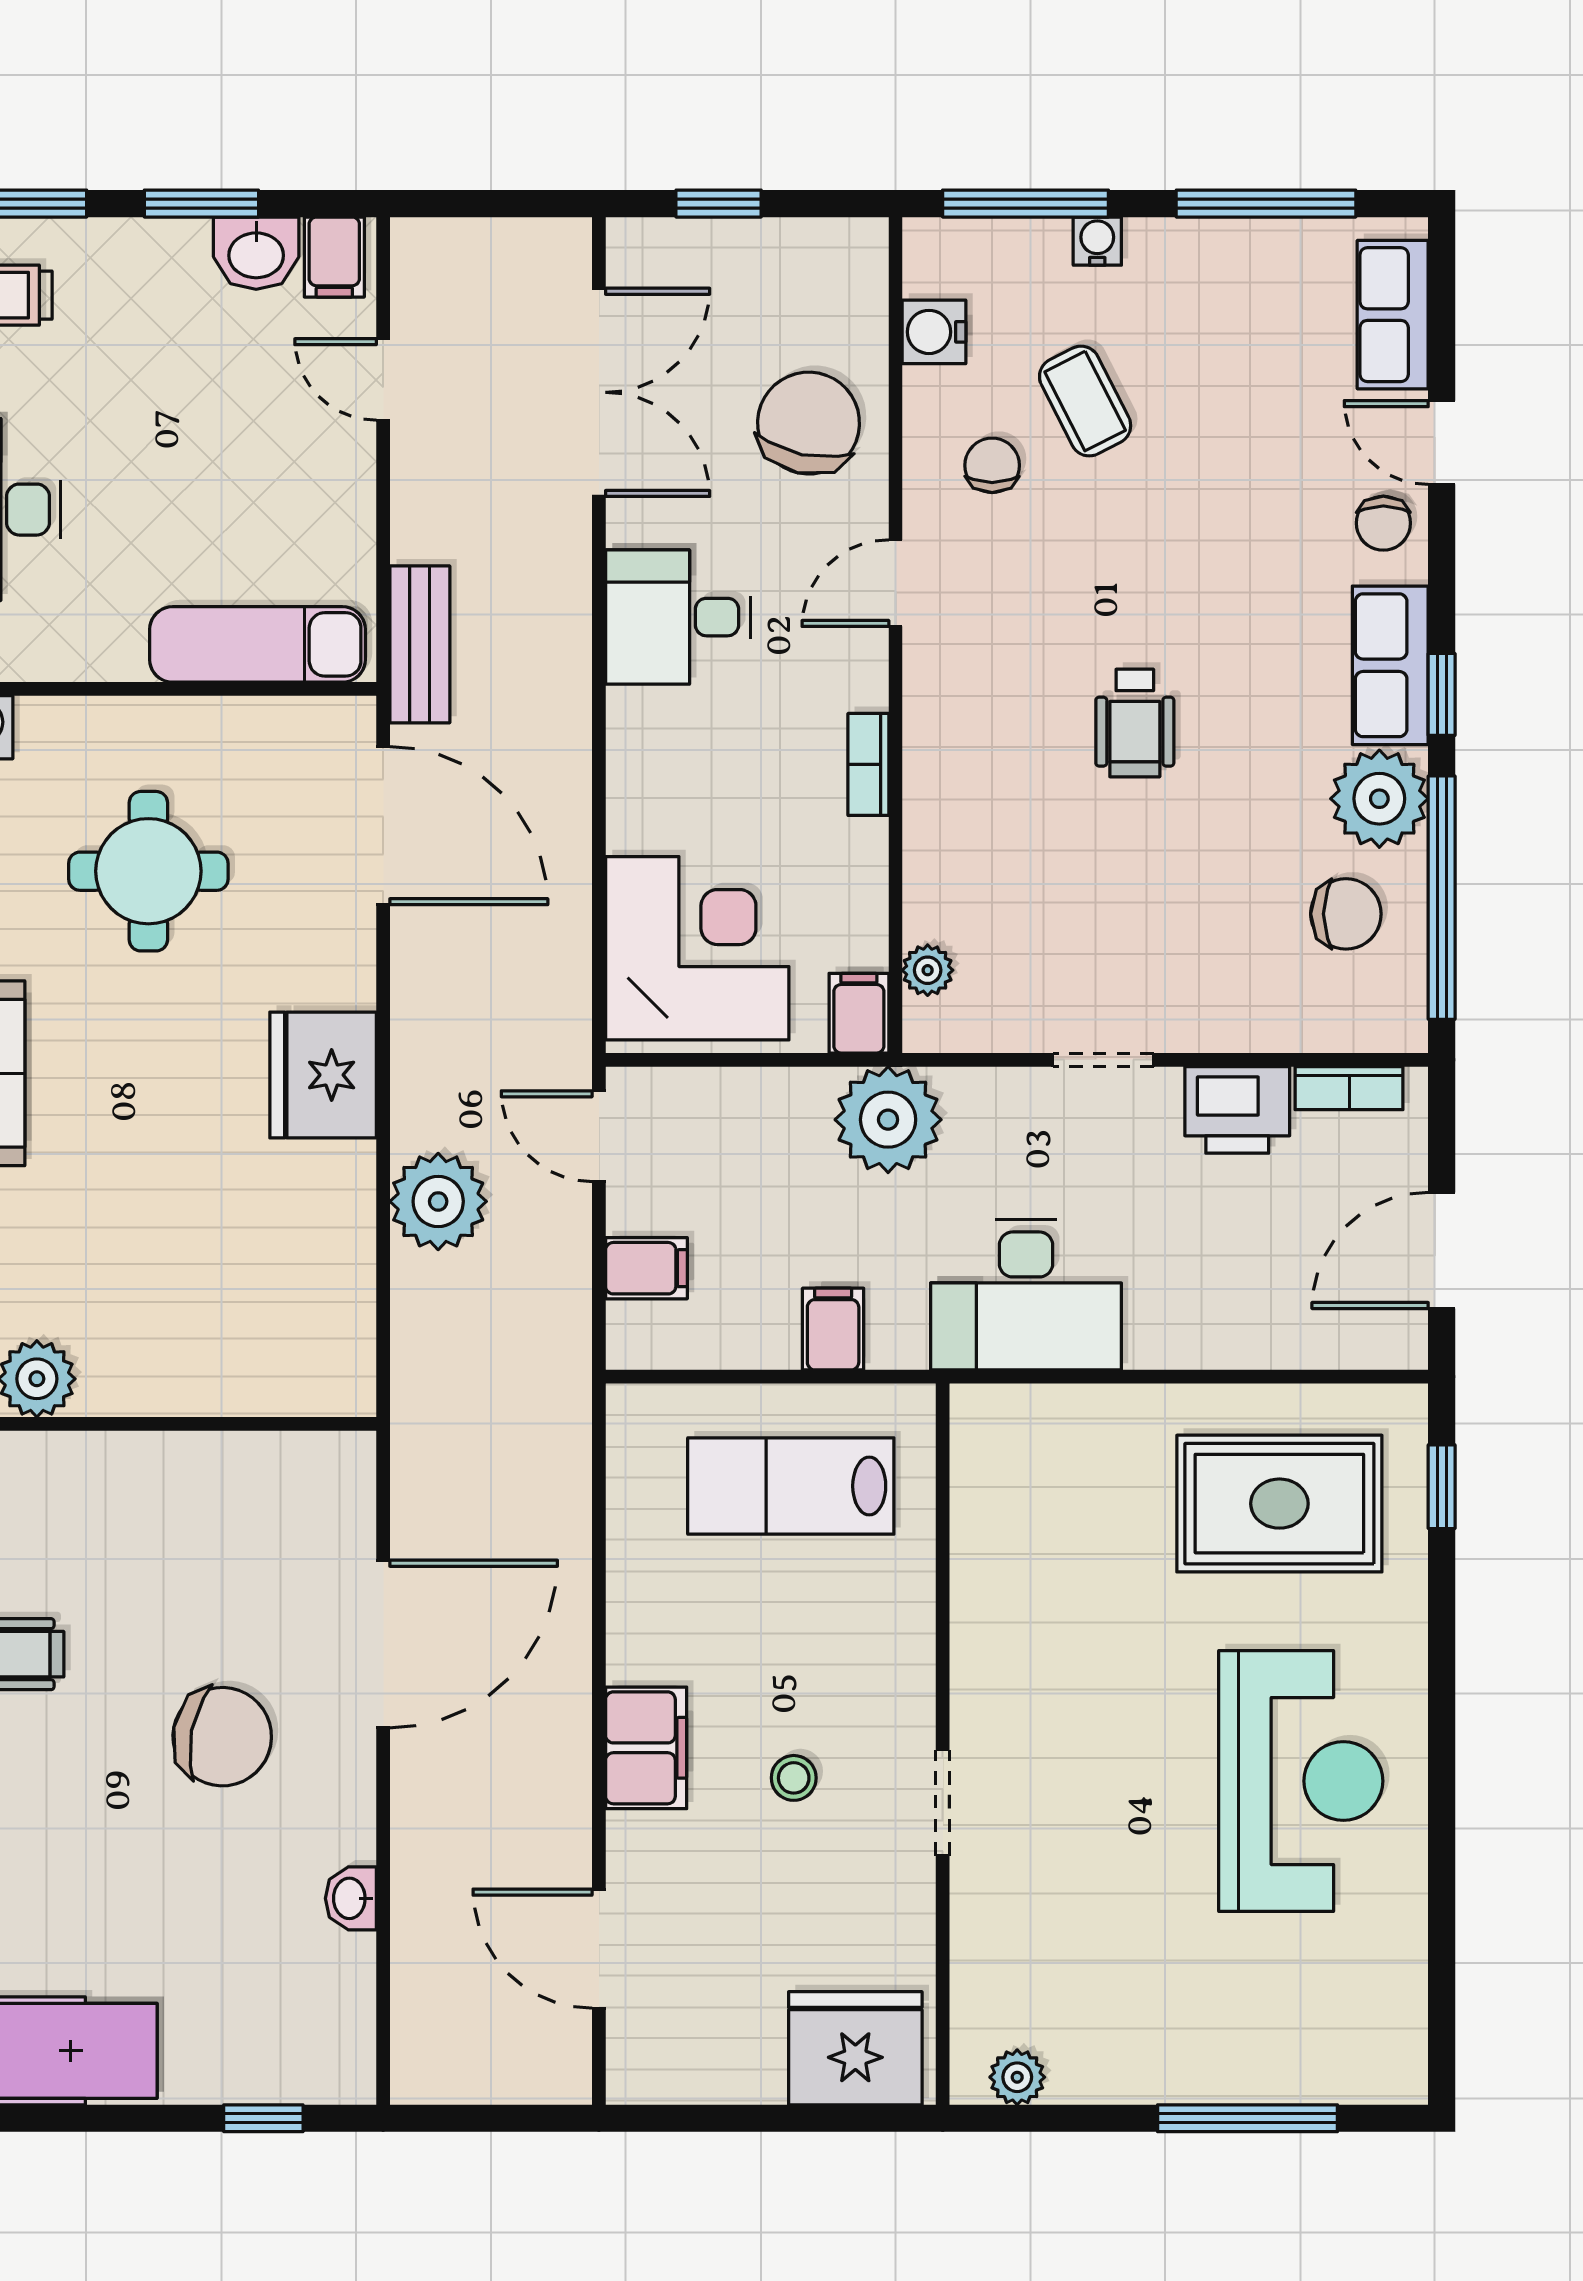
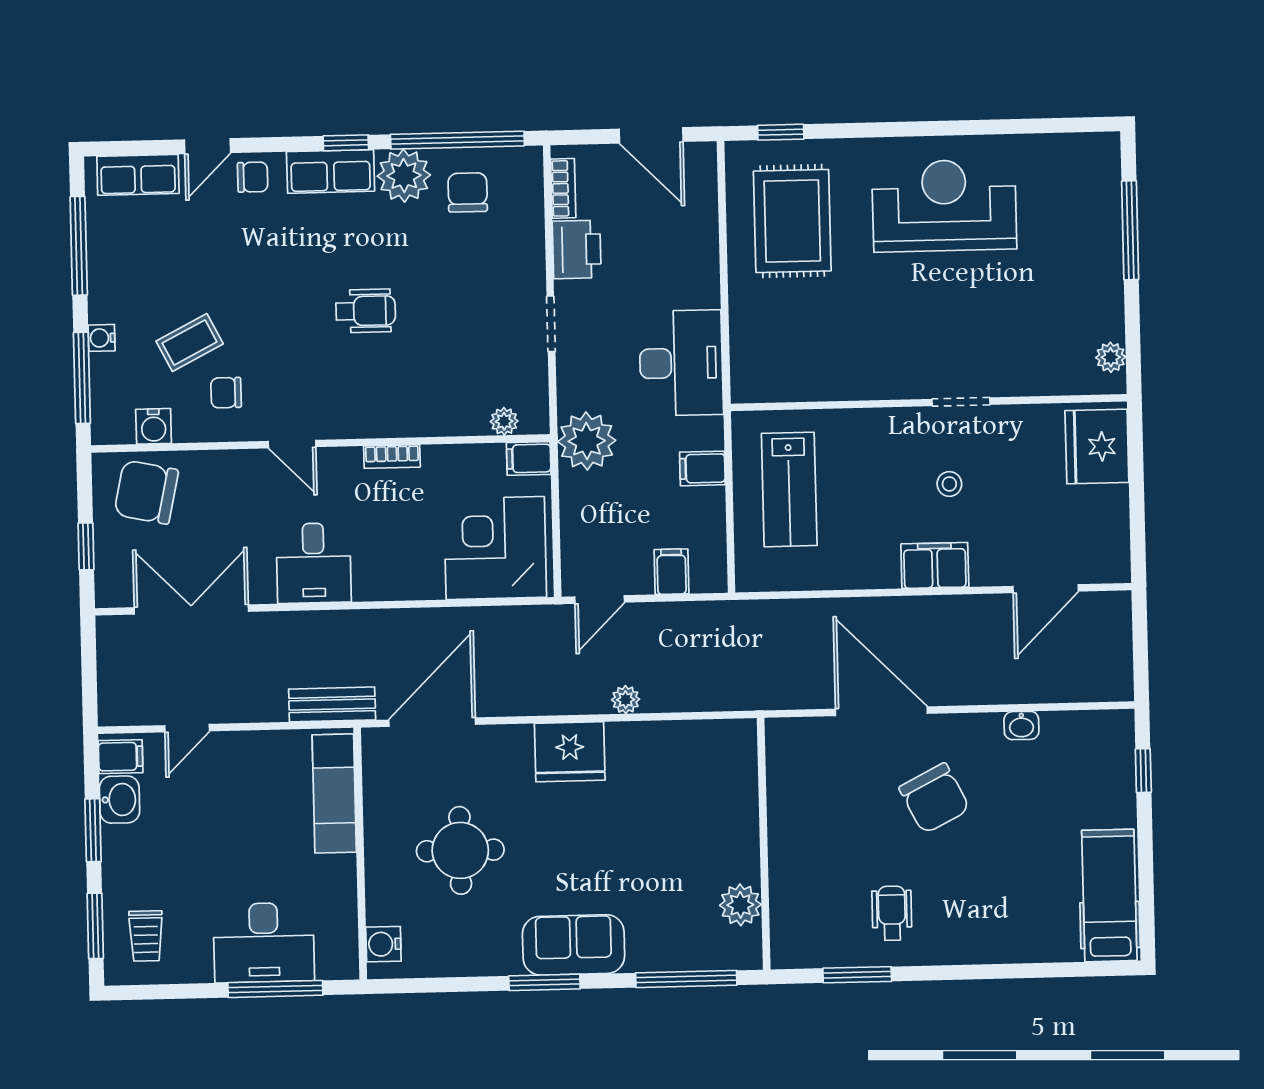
chair: (809, 423) -> (146, 492), moved
plant: (438, 1201) -> (626, 700), width x0.53, depth x0.53
chair: (222, 1737) -> (934, 798), turned 142

